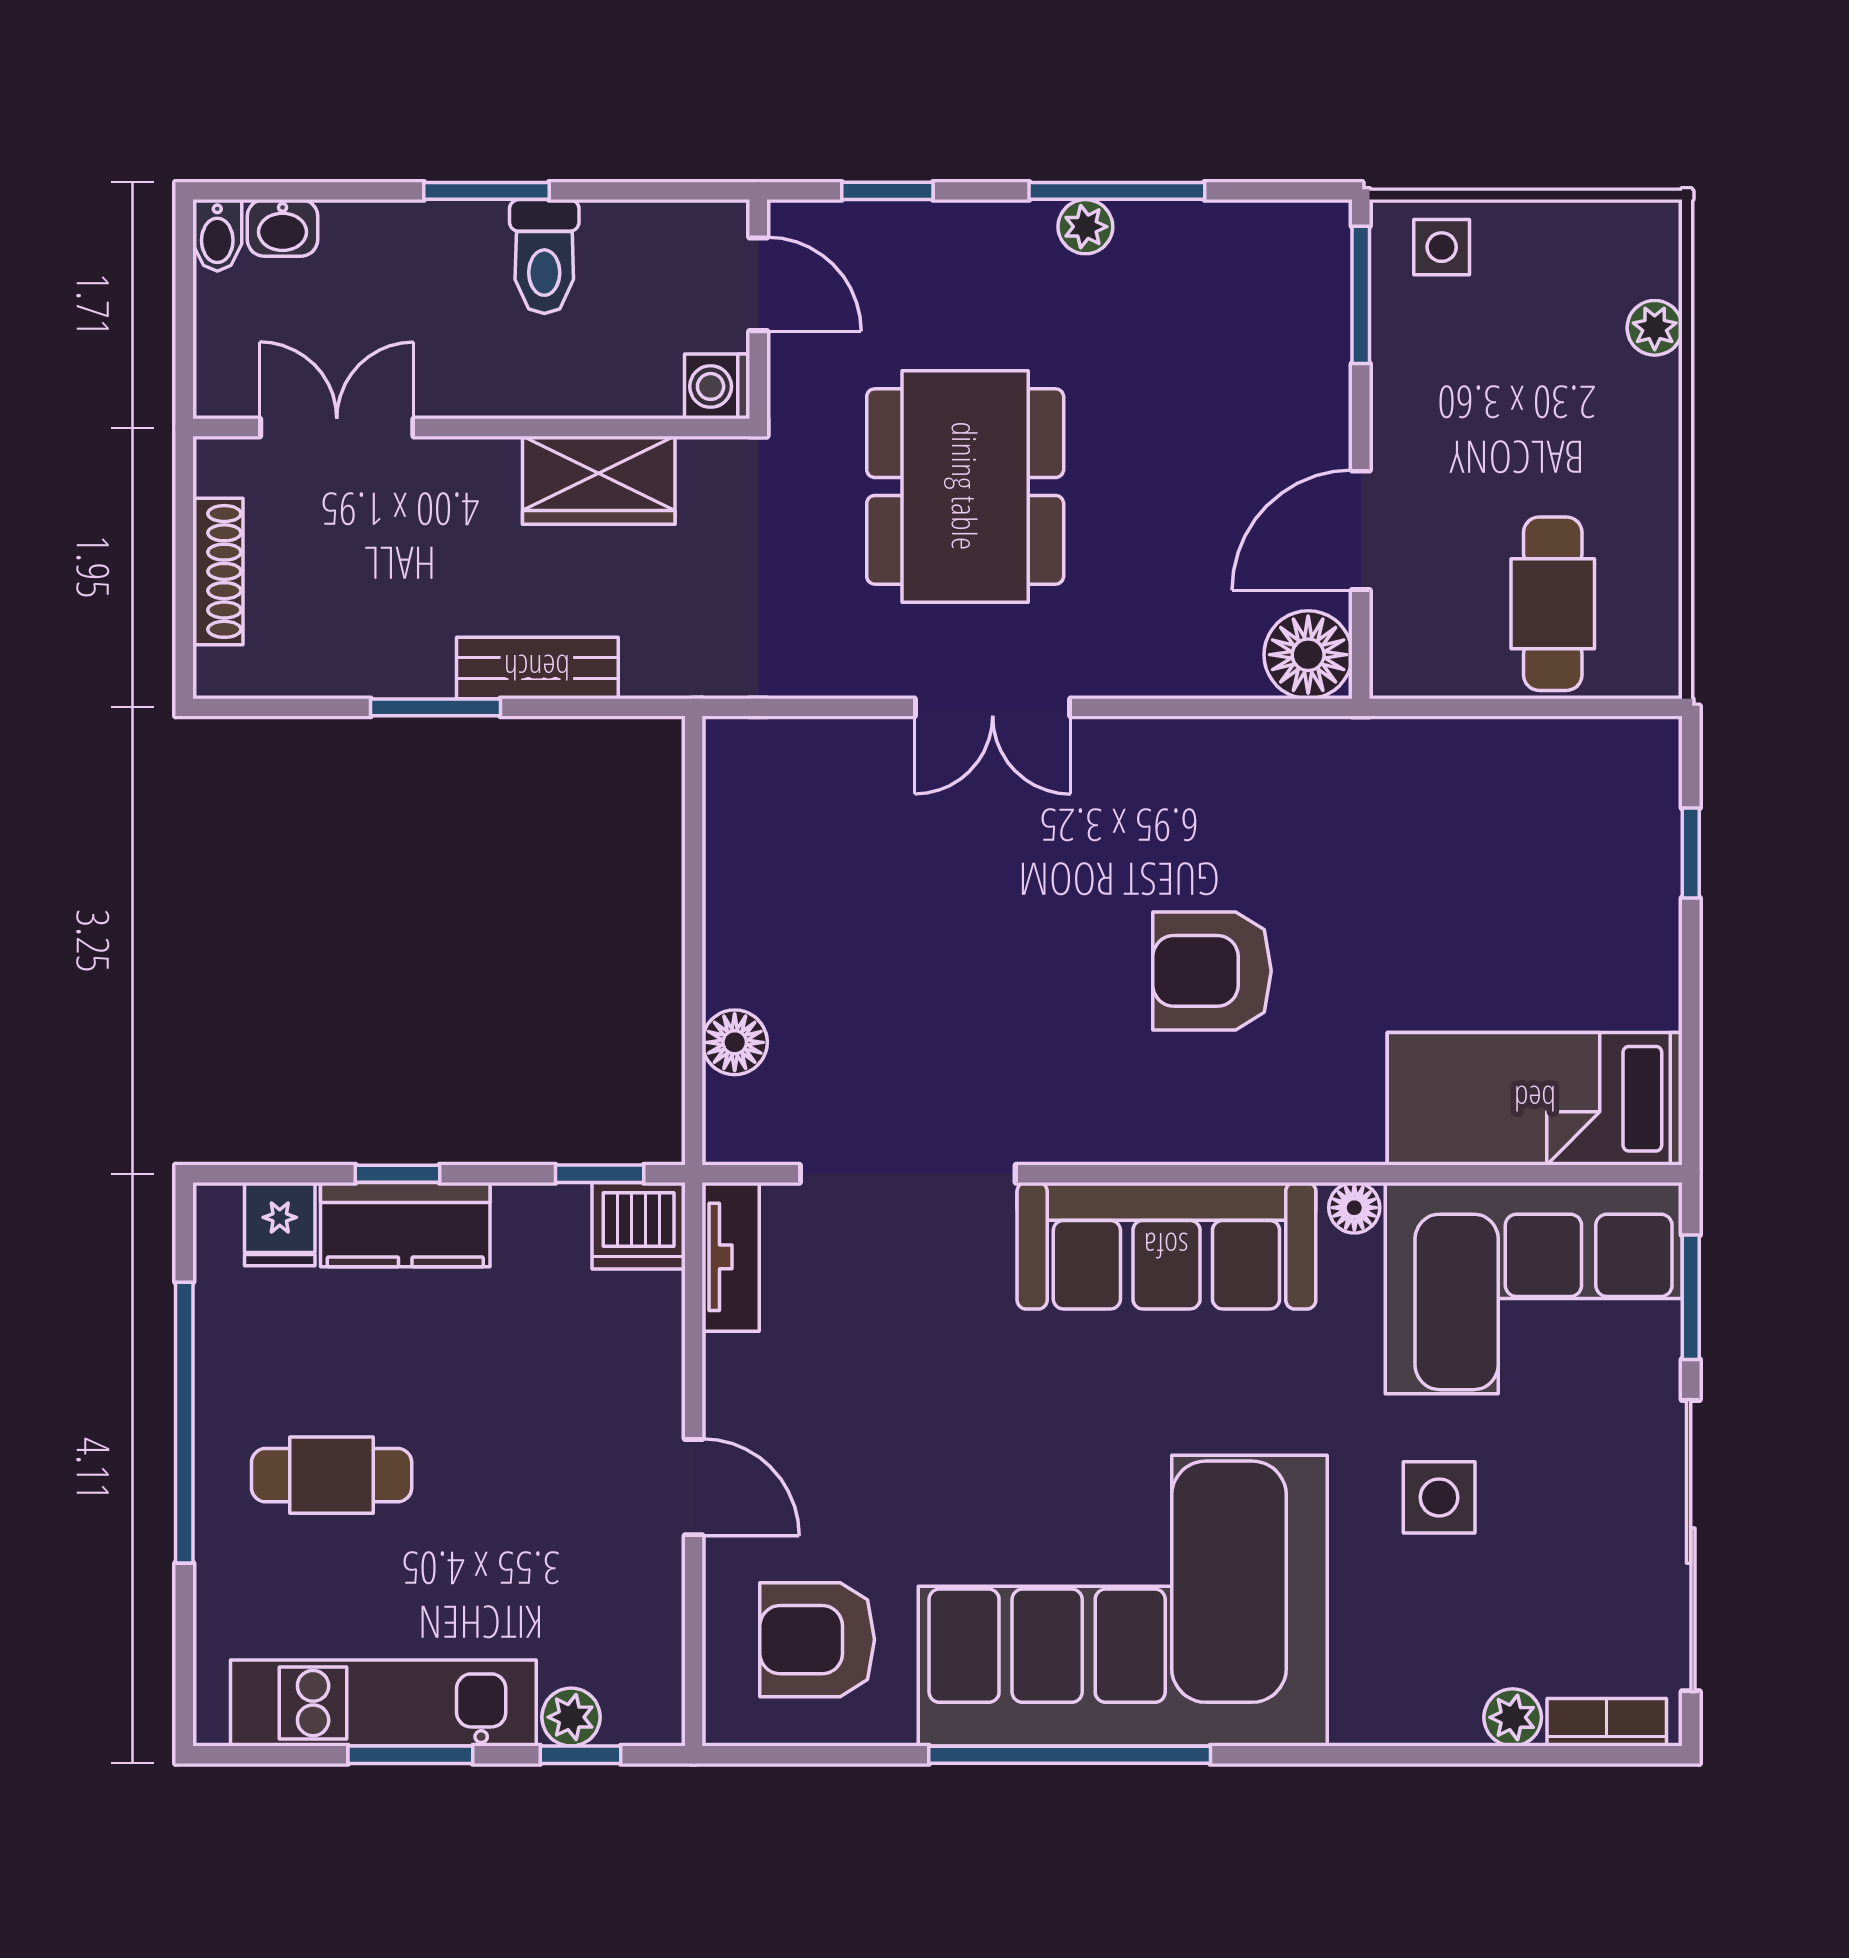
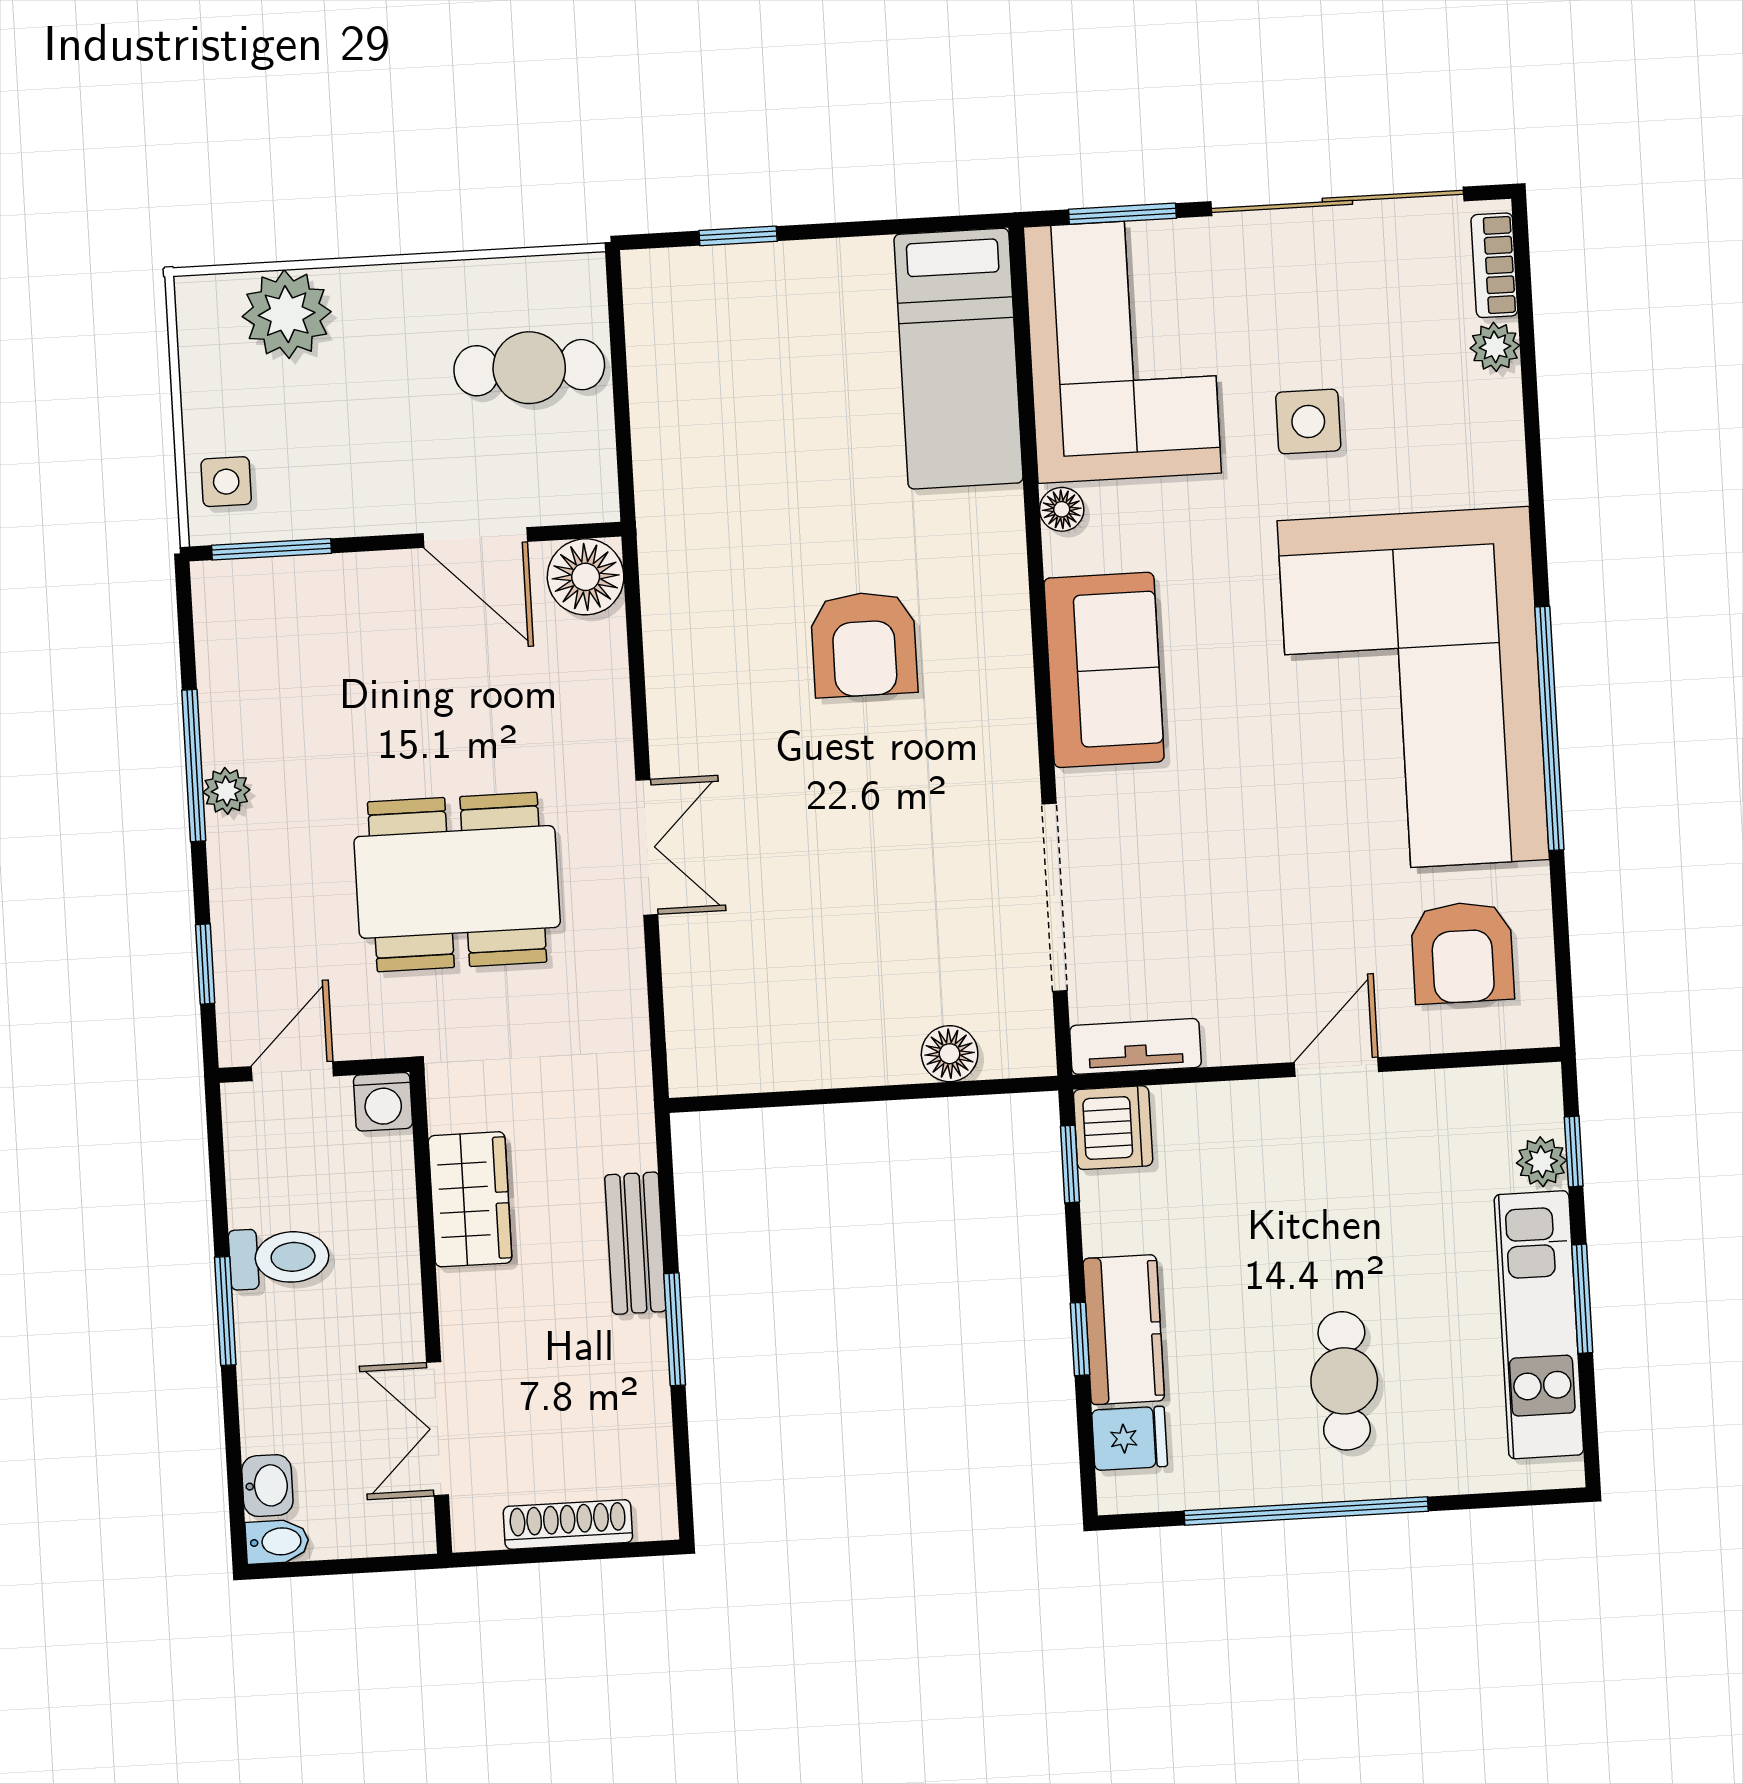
plant: (1655, 328) -> (287, 314), width x1.87, depth x1.87
sofa: (1166, 1246) -> (1104, 670), width x0.73

